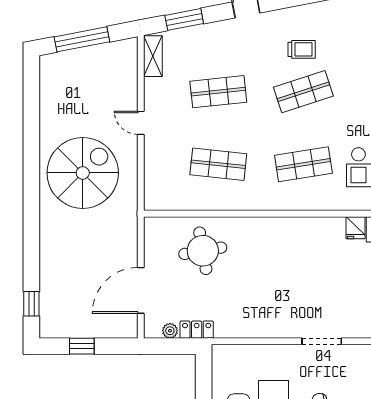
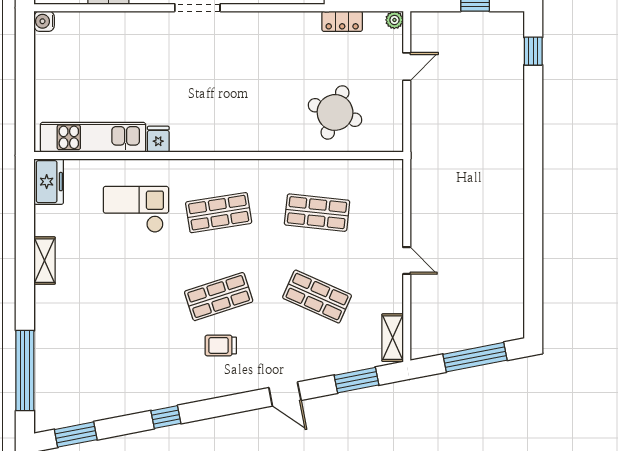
shop shelf: (218, 92) -> (317, 297), turned 30
spiral stairs: (83, 173) -> (474, 203), removed
round table: (203, 251) -> (335, 112), turned 30
door: (141, 290) -> (407, 67), width x0.53
plant: (170, 331) -> (394, 20), moved

